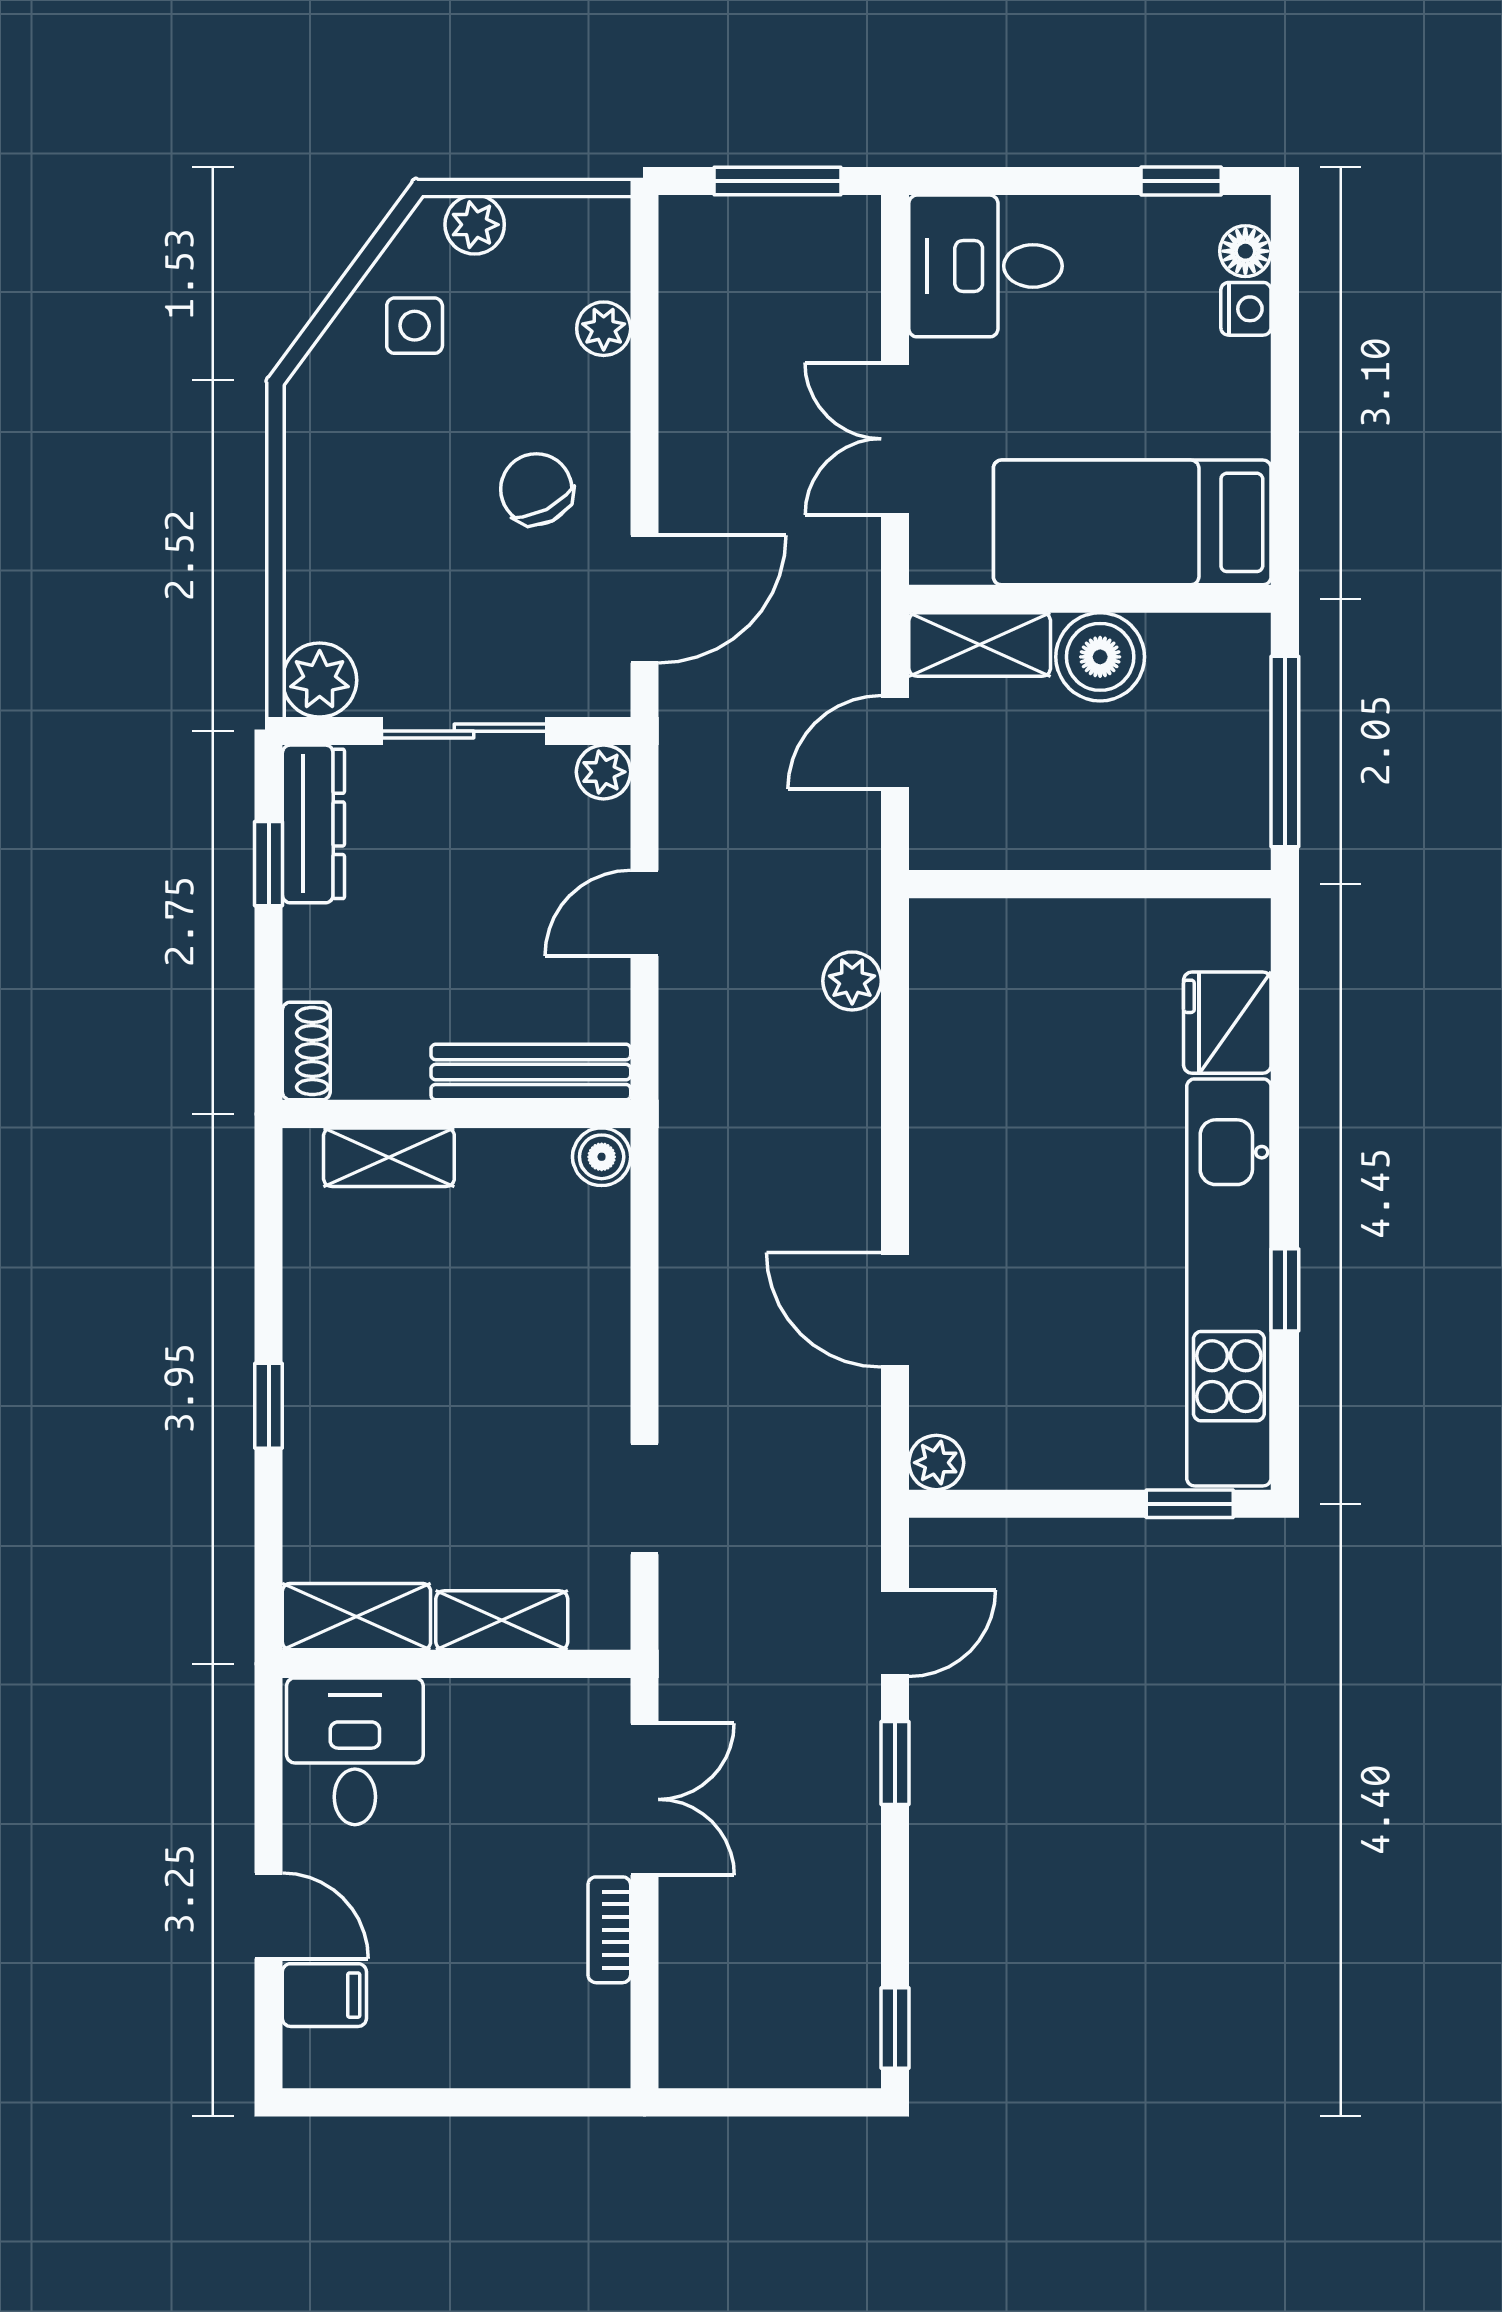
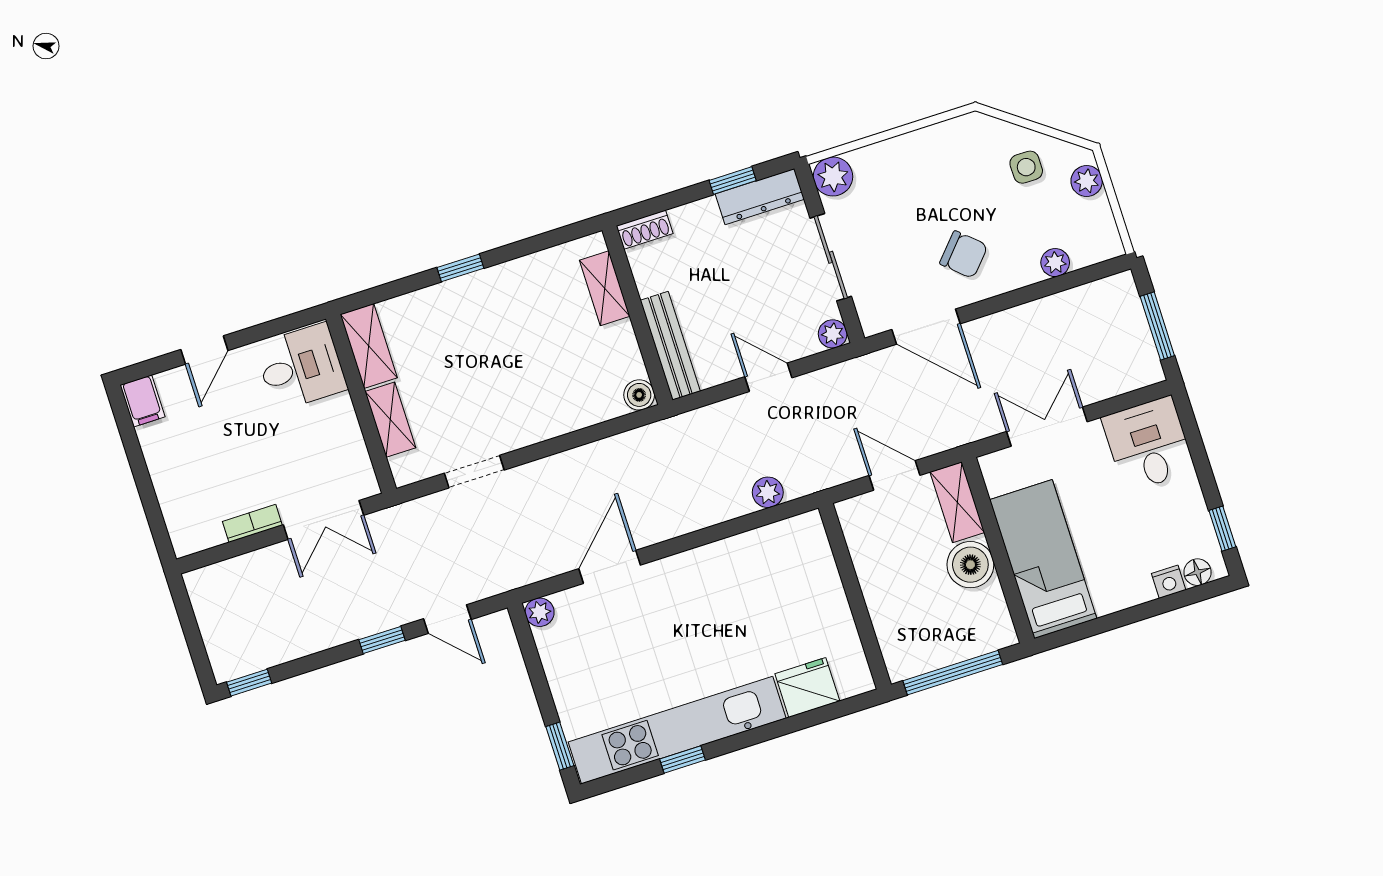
chair: (536, 489) -> (964, 255), turned 69
filing cabinet: (324, 1995) -> (143, 401), moved

